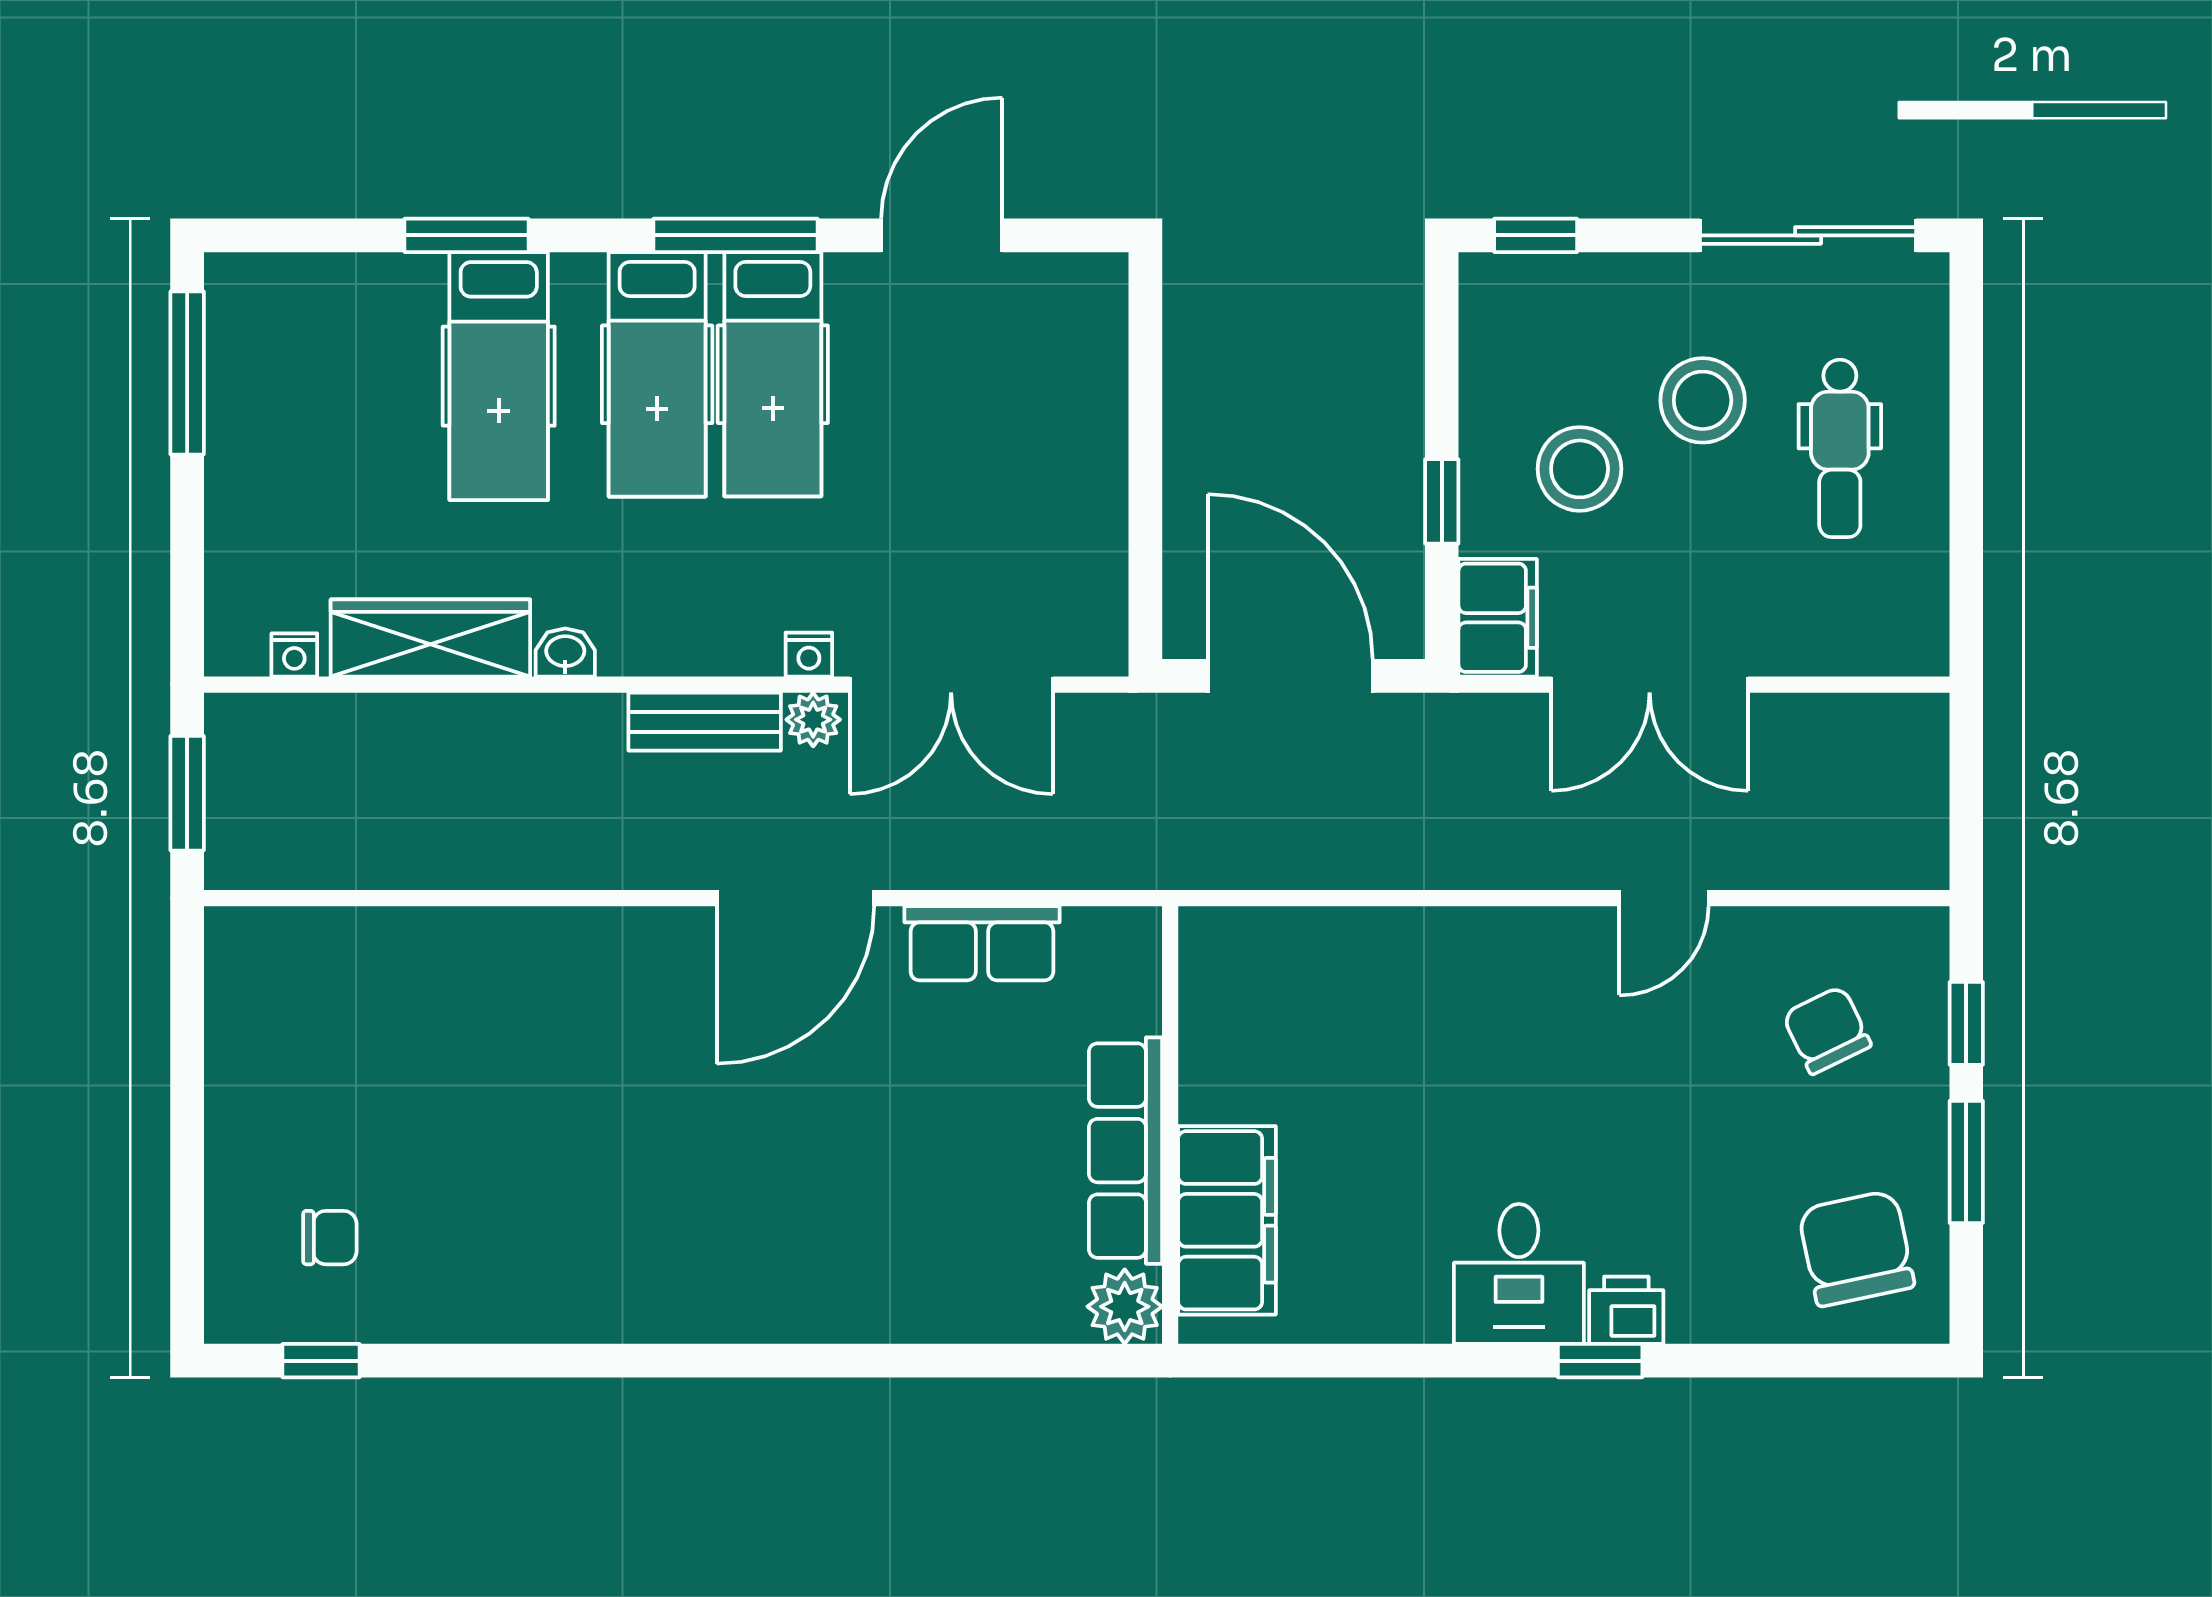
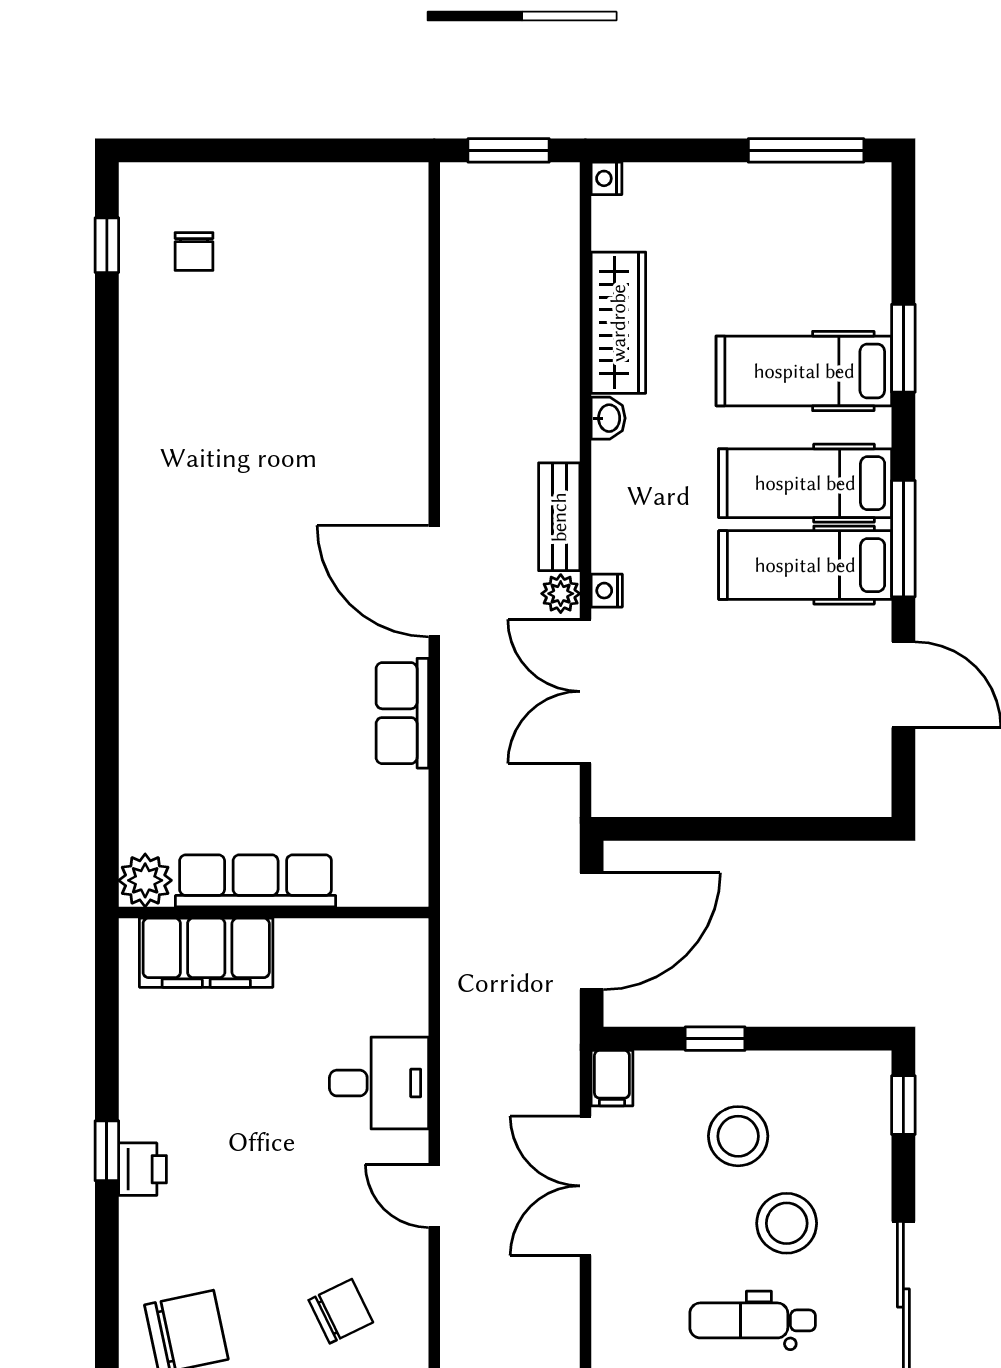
filing cabinet: (1498, 618) -> (612, 1078), width x0.50
nightstand: (294, 655) -> (606, 178), moved
wall: (1170, 1125) -> (274, 912), moved
row of seats: (1125, 1151) -> (256, 881), moved
filing cabinet: (1227, 1220) -> (206, 953), moved
desk: (1519, 1274) -> (379, 1083), moved, turned 180
plant: (1125, 1307) -> (145, 880), moved

